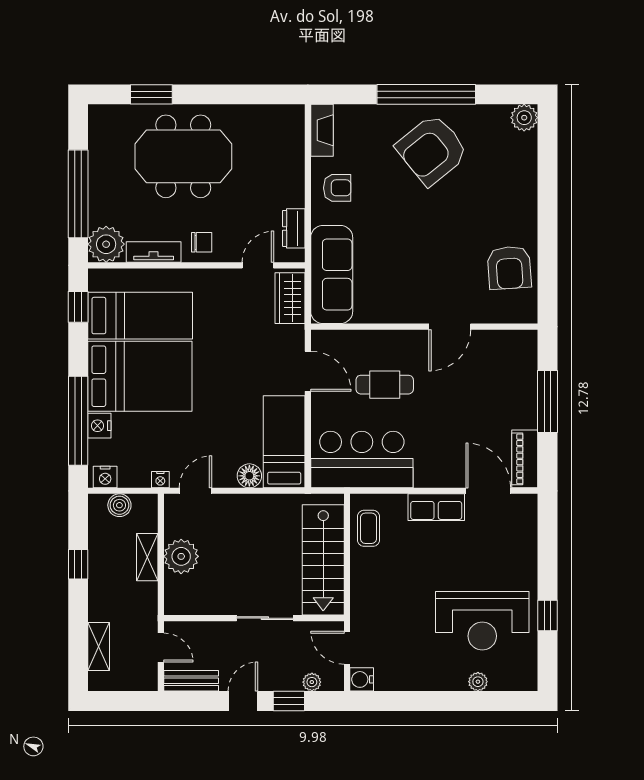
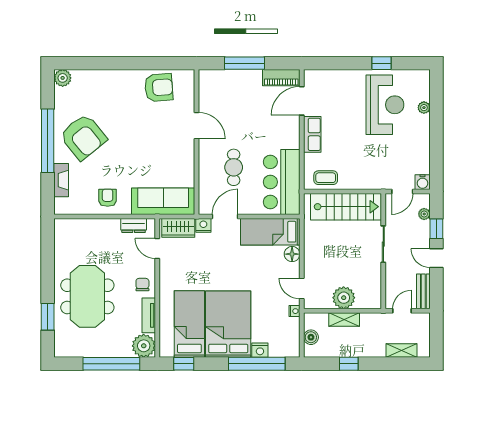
fireplace: (322, 130) -> (61, 180), moved, turned 90
nightstand: (105, 477) -> (203, 225), moved, turned -90

